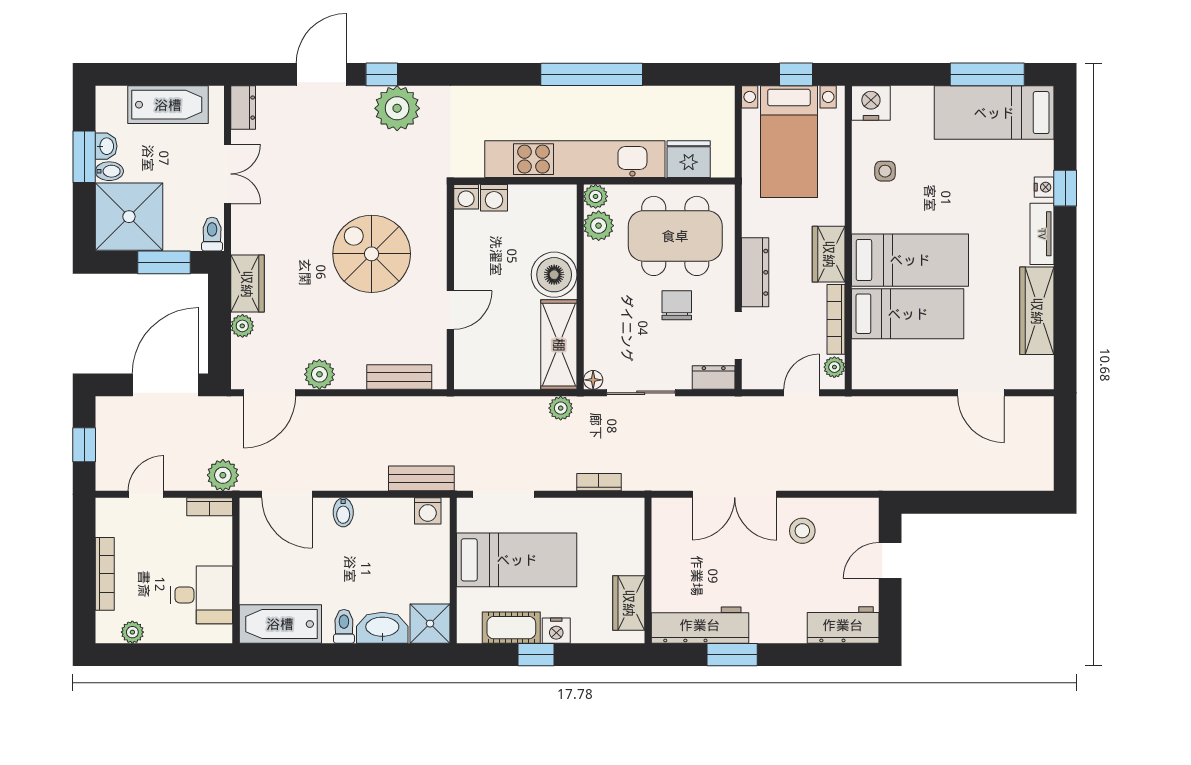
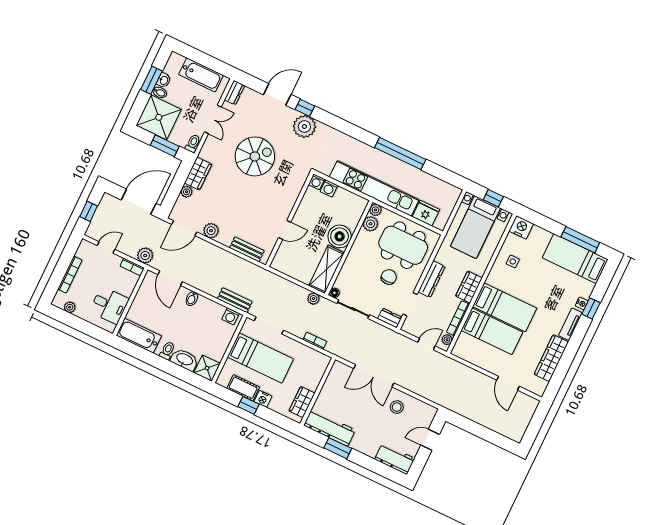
spiral stairs: (372, 254) -> (255, 156), moved, turned 90

